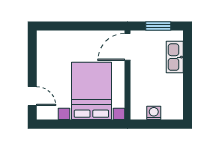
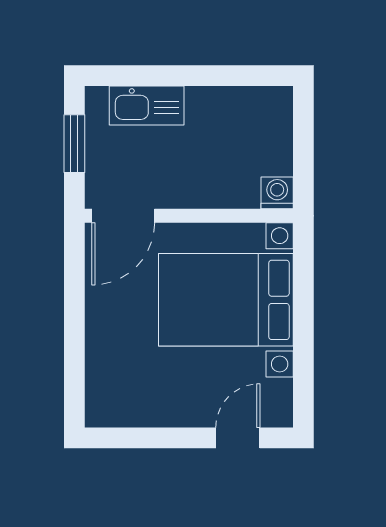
door: (127, 47) -> (123, 216), hinge flipped
washing machine: (154, 113) -> (277, 193), moved, turned 90

